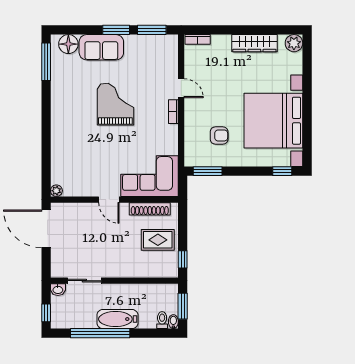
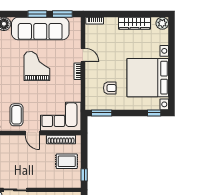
sofa: (101, 47) -> (40, 28), width x1.85, depth x1.27
coffee table: (86, 174) -> (16, 115), added

